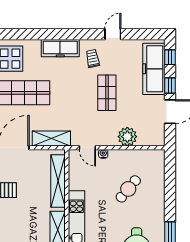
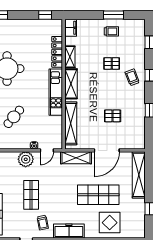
plant: (127, 137) -> (26, 159), moved
door: (87, 148) -> (47, 150), swing flipped

